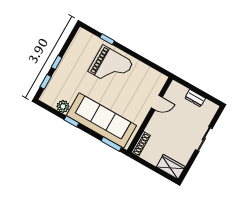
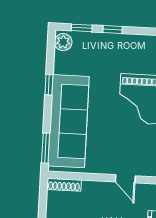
plant: (63, 106) -> (63, 42), moved

